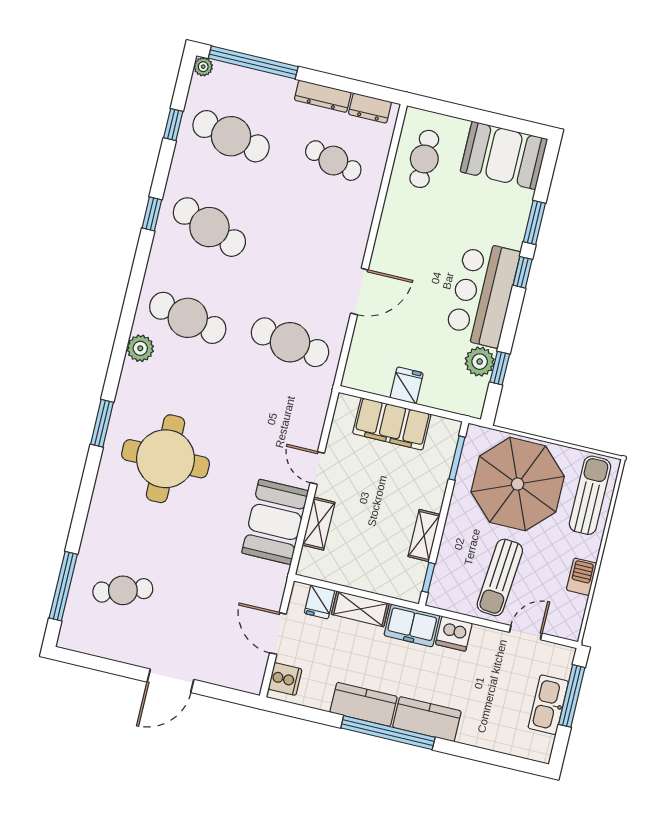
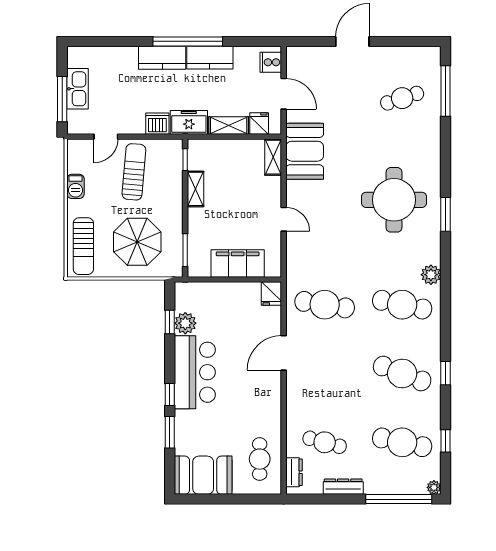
dresser: (370, 108) -> (294, 472), moved, turned 90
fridge: (407, 385) -> (271, 294), moved
parasol: (518, 484) -> (137, 242), width x0.73, depth x0.73
booth: (275, 522) -> (305, 151), moved
shelving: (319, 524) -> (273, 157), moved

